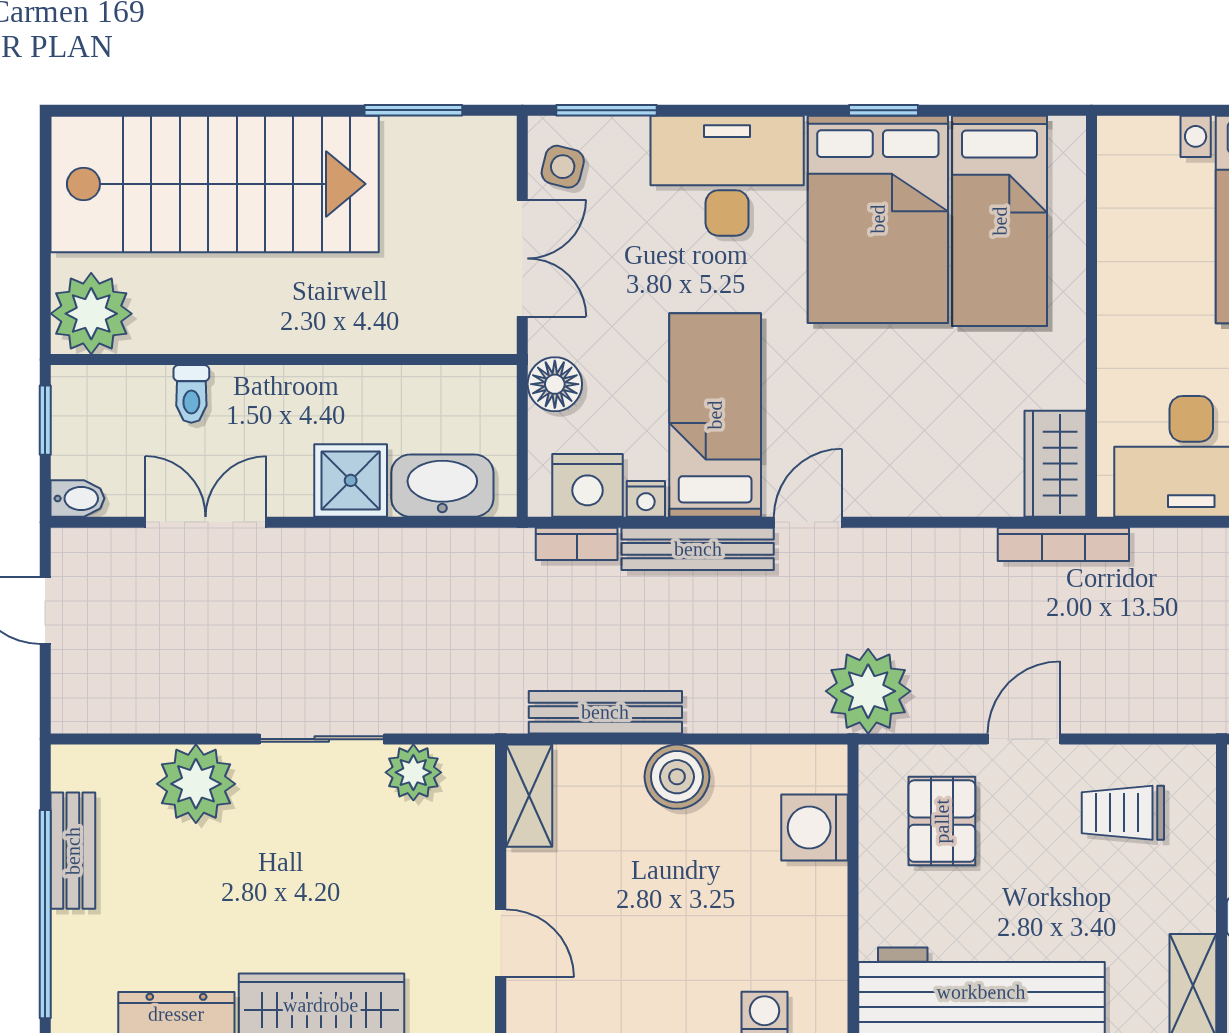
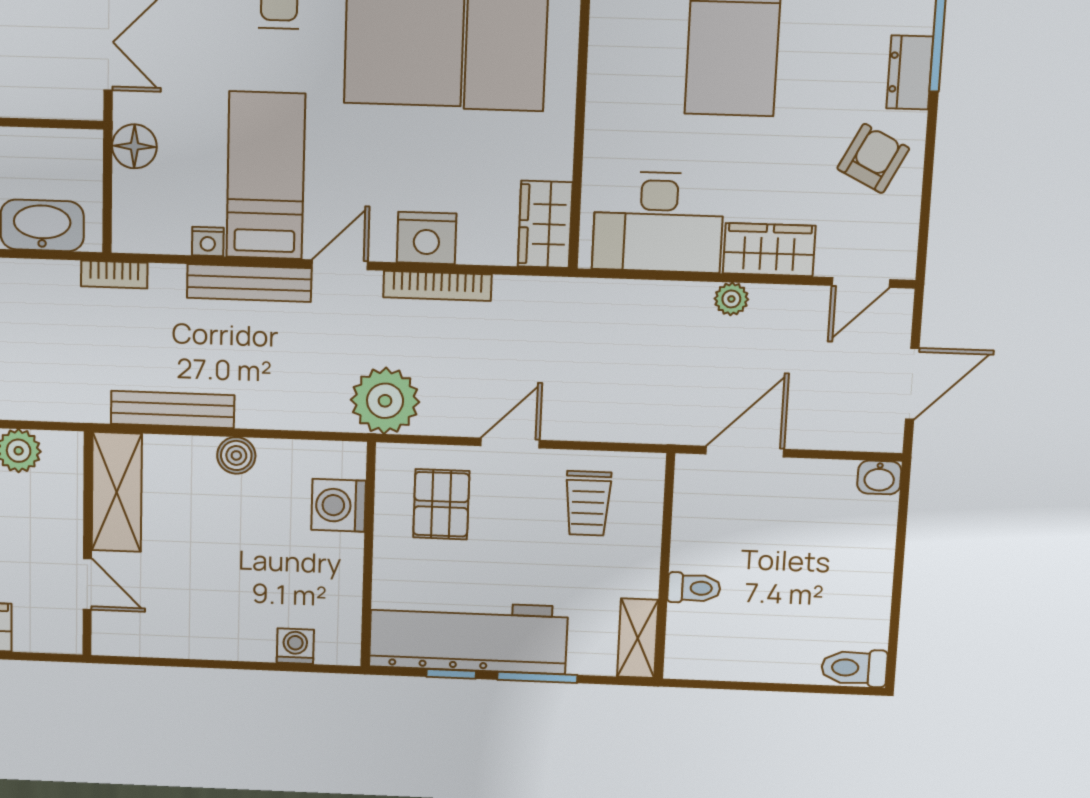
nightstand: (588, 485) -> (427, 238), moved
bookcase: (577, 544) -> (114, 275), moved
bookcase: (1063, 544) -> (437, 286), moved
boiler: (677, 777) -> (236, 455), width x0.73, depth x0.73
shelving: (529, 796) -> (117, 492), width x1.50, depth x1.33
trolley: (1123, 813) -> (588, 503), turned -90

